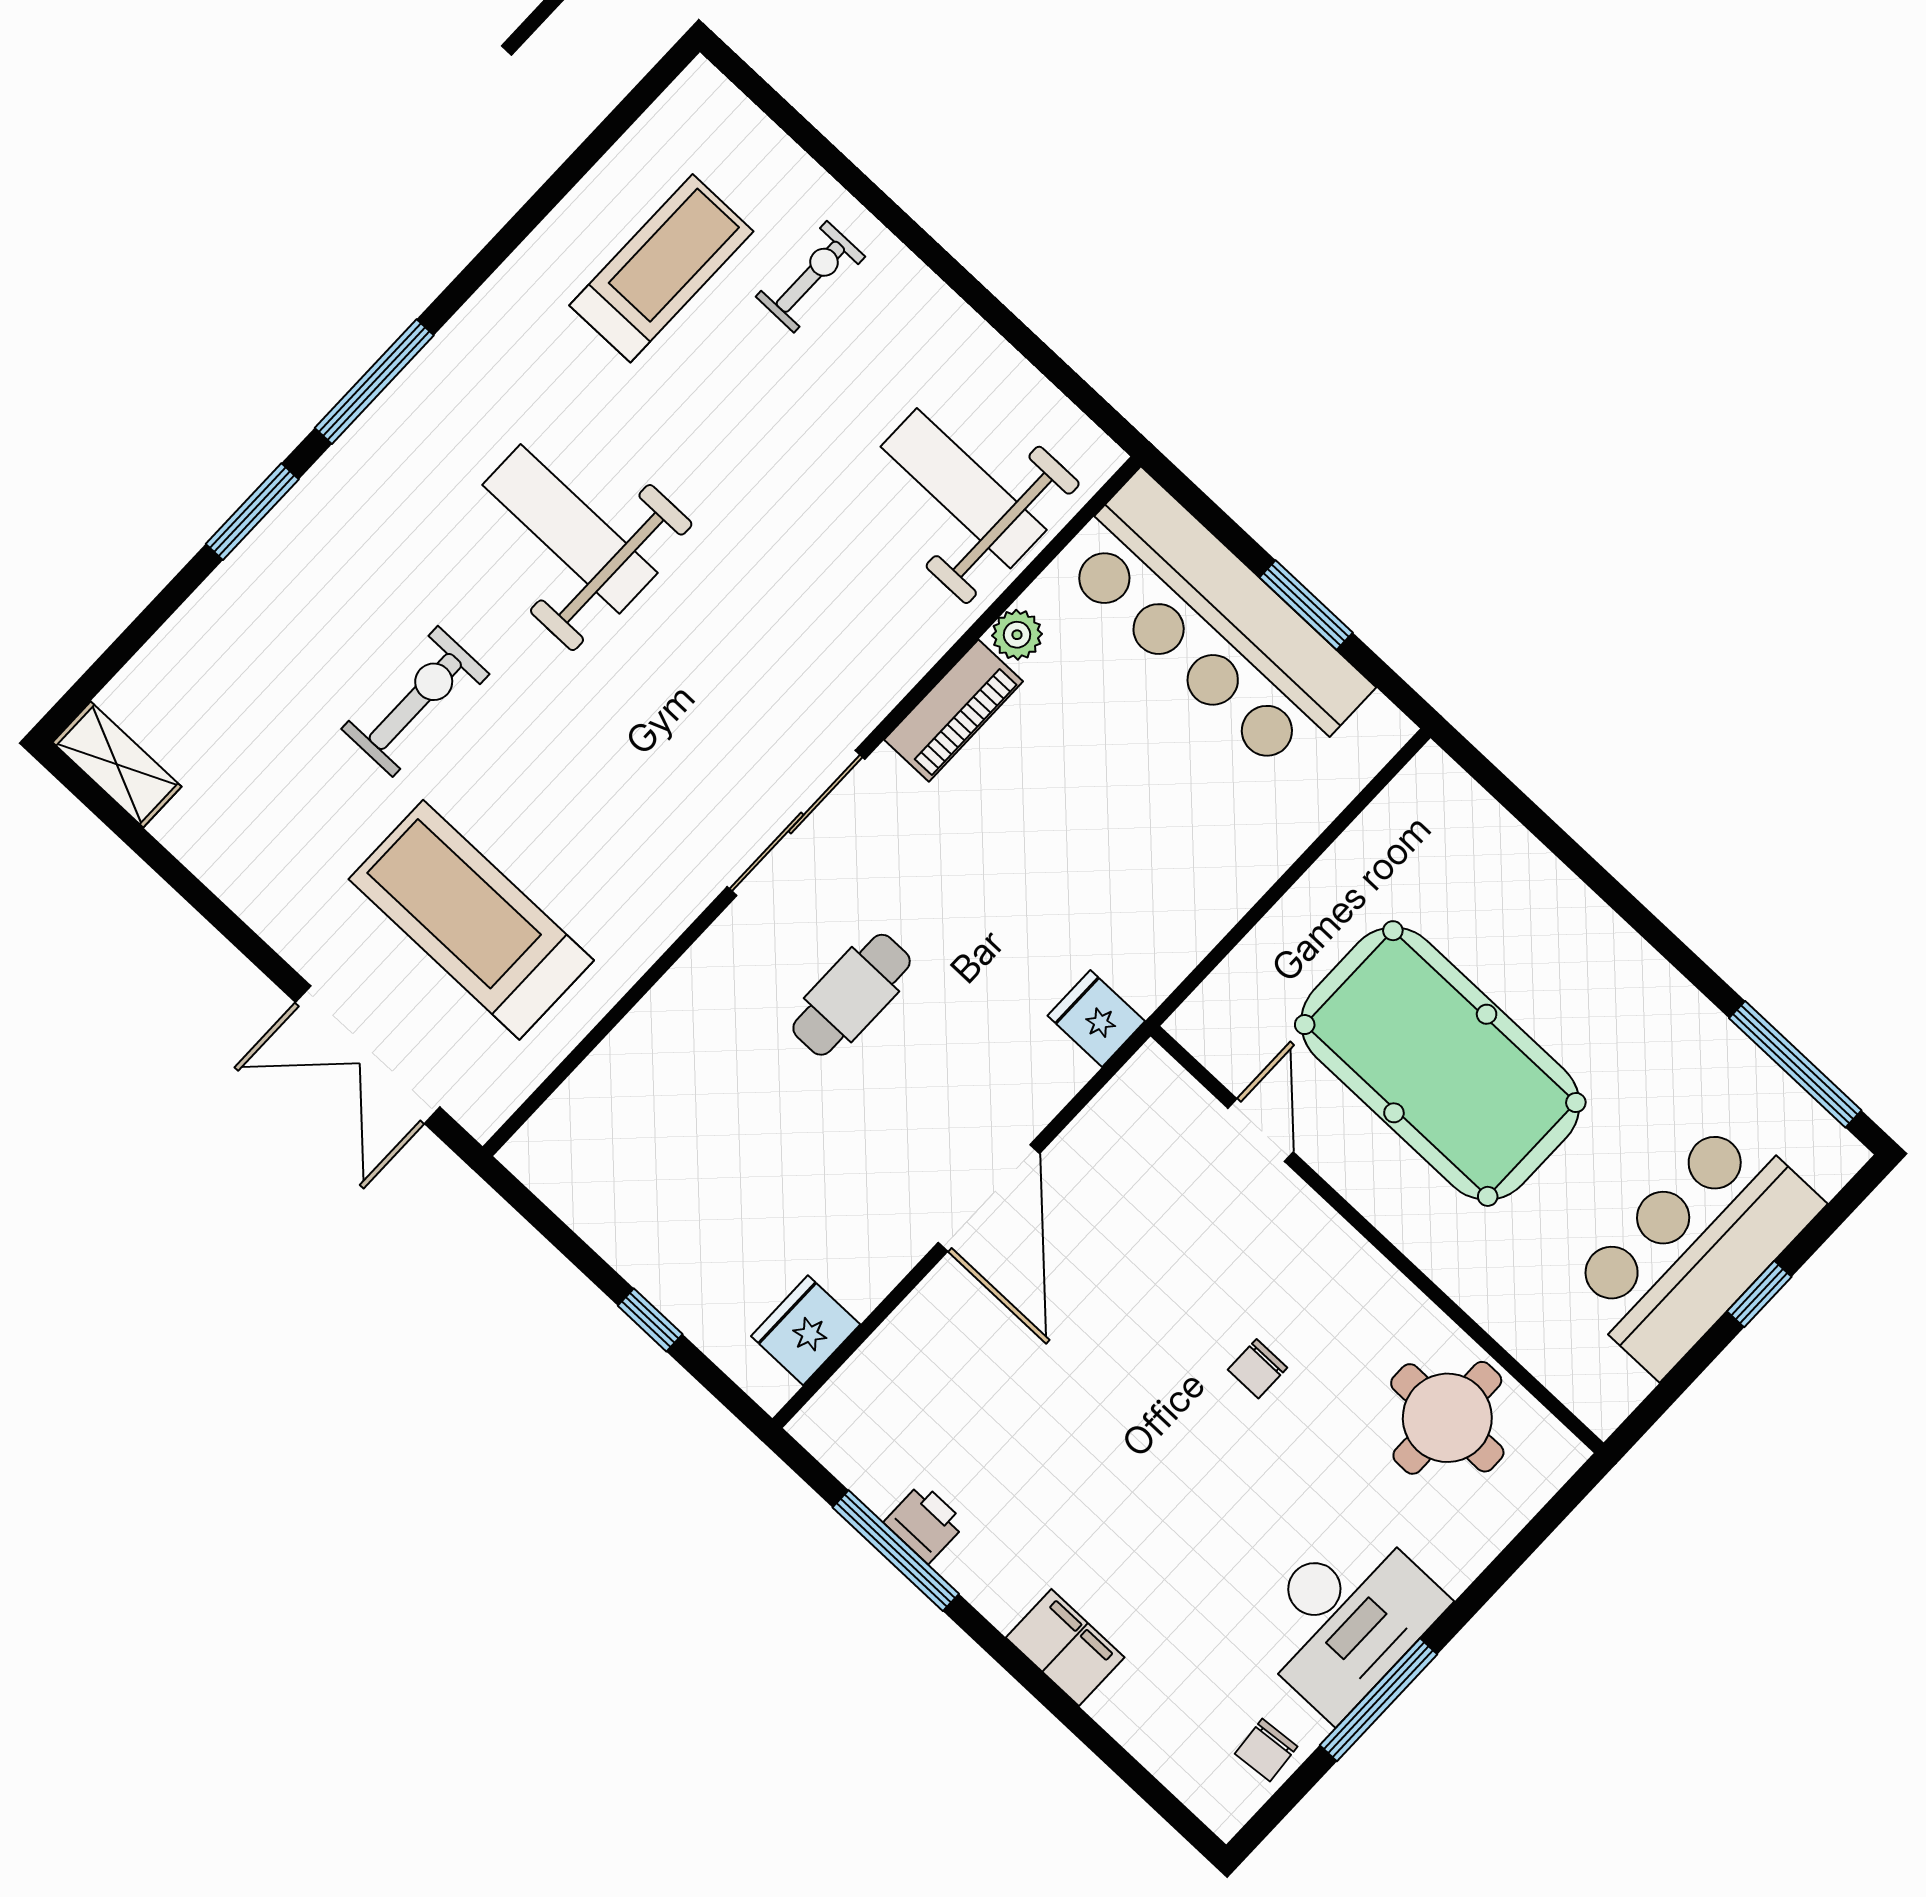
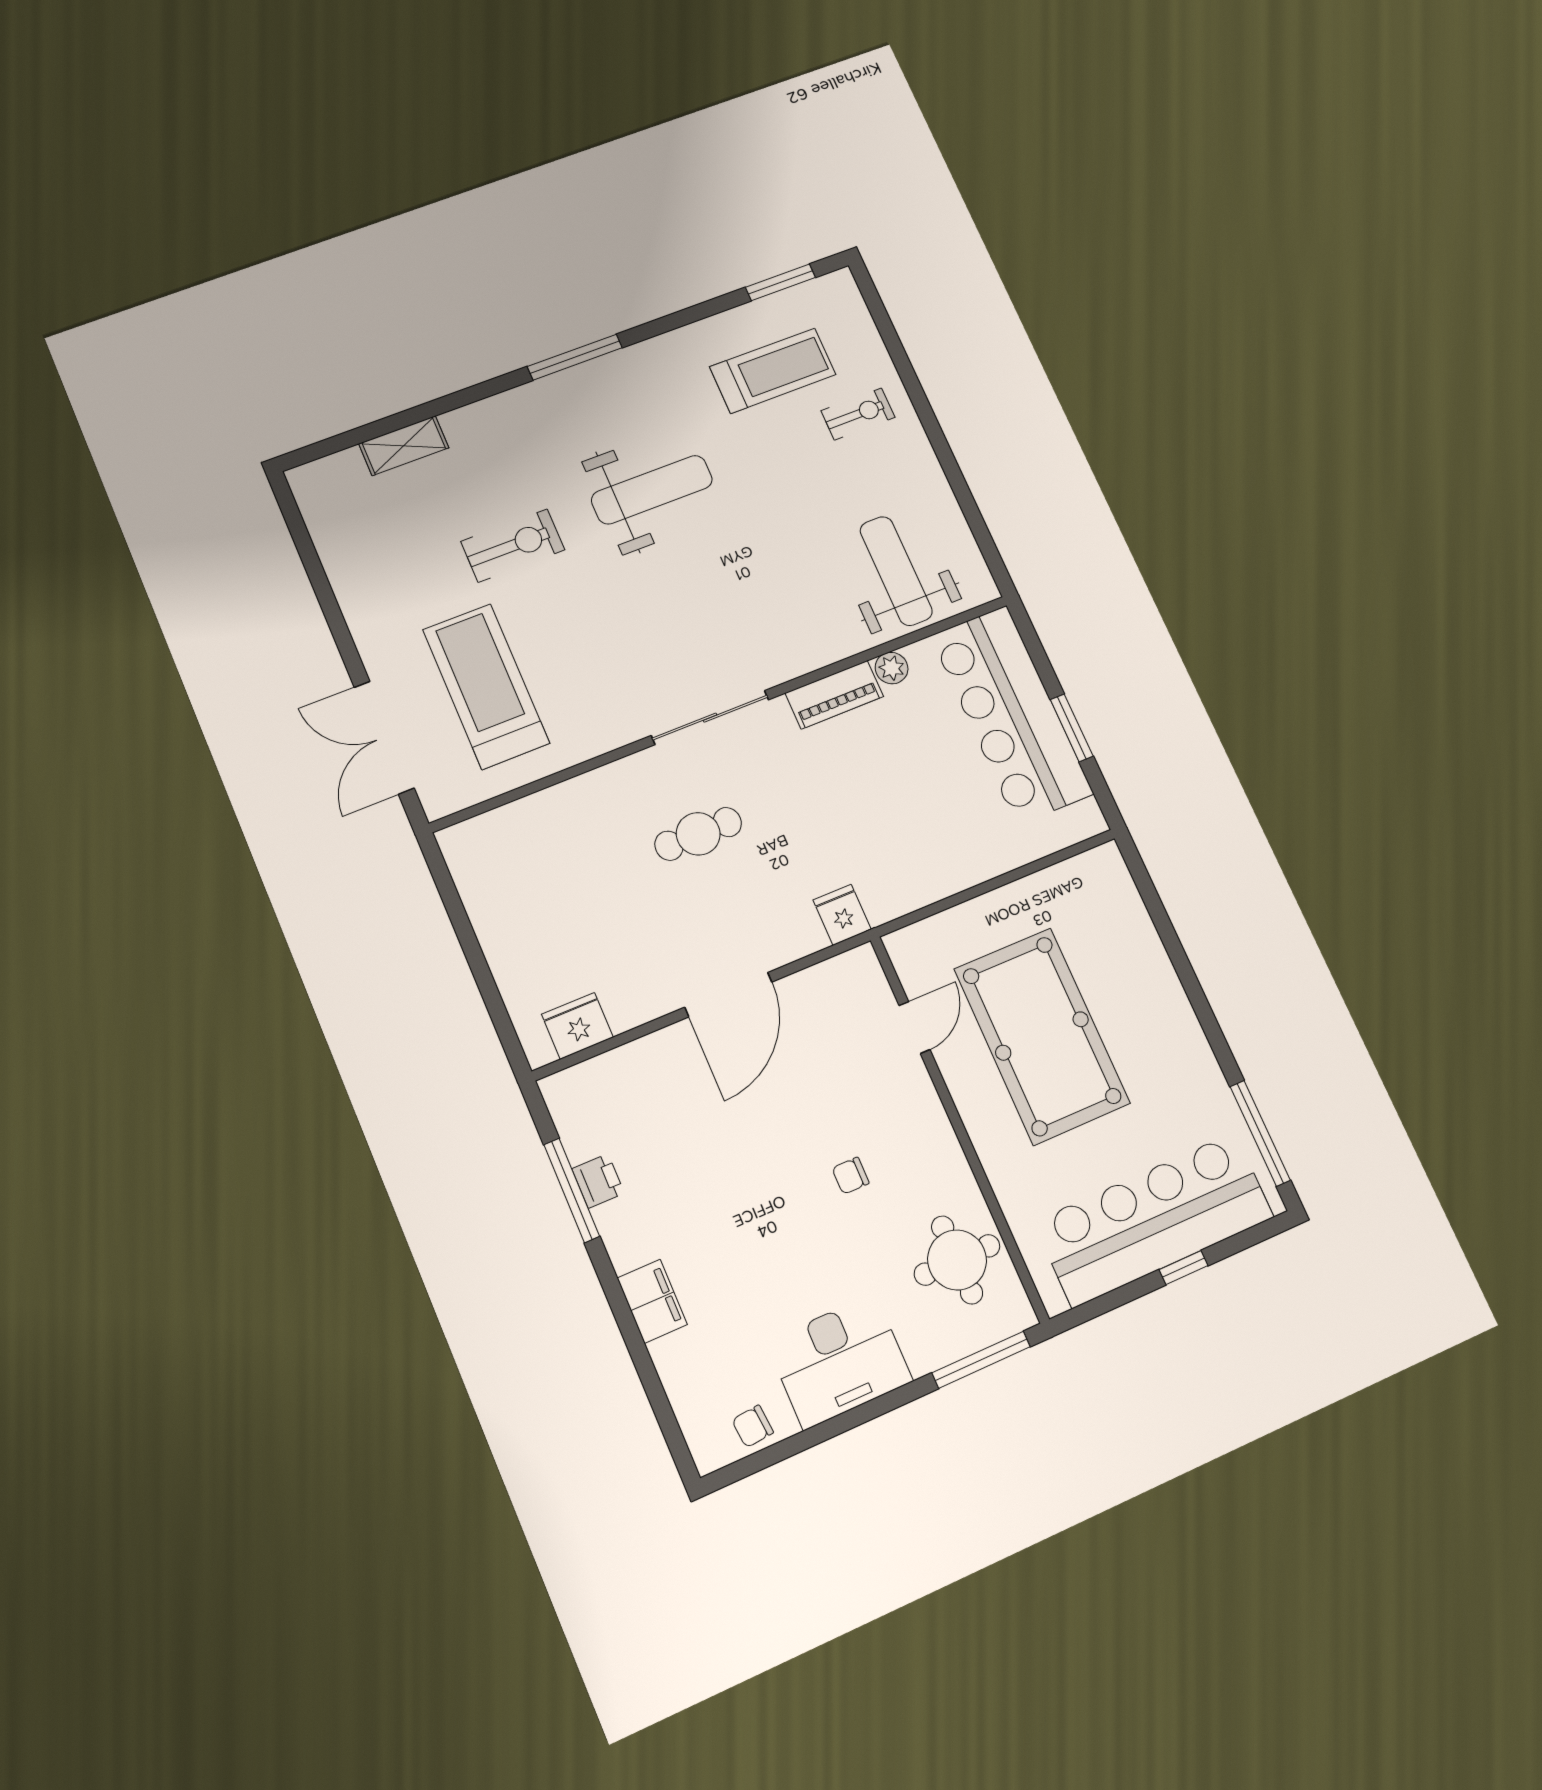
window: (252, 512) -> (780, 282), moved
weight bench: (570, 529) -> (652, 490), turned 90
shelving: (117, 764) -> (404, 446), moved, turned 90
bar counter: (1694, 1247) -> (1154, 1219), width x1.36
window: (650, 1320) -> (483, 976), removed
window: (1378, 1700) -> (981, 1360), moved

